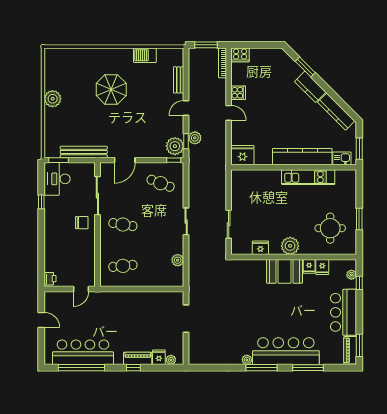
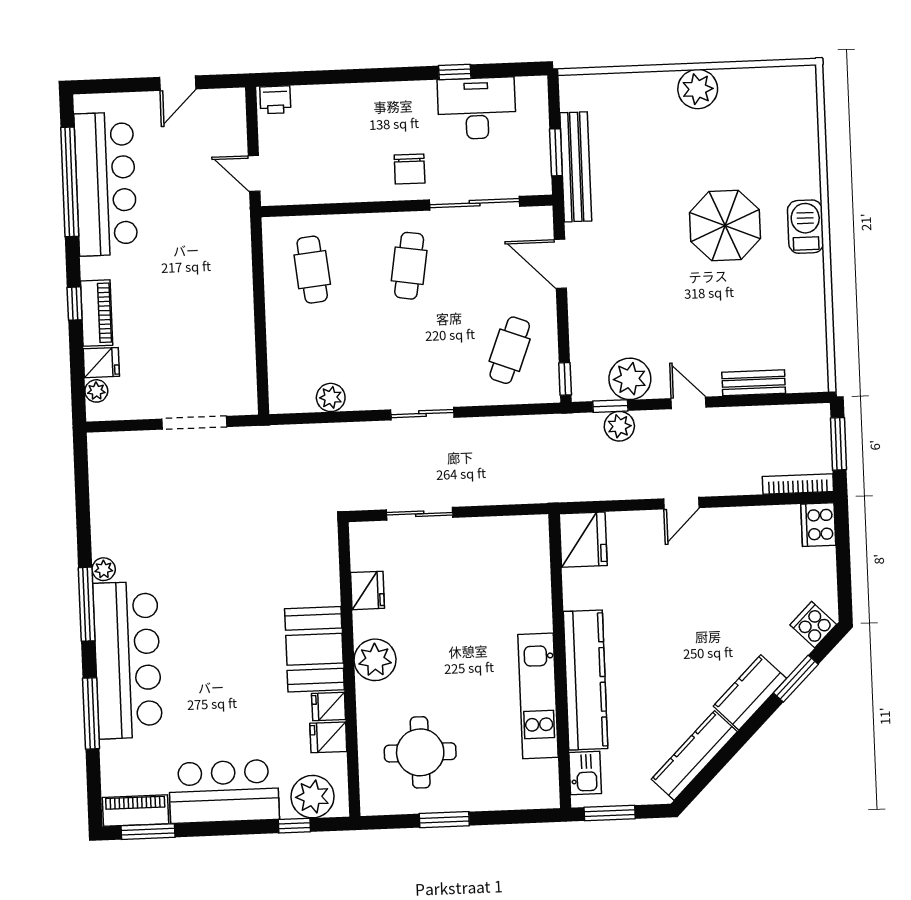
barbecue: (145, 55) -> (805, 227), moved
cooker: (238, 93) -> (813, 625), moved, turned 135
plant: (175, 146) -> (630, 379), moved
window: (58, 160) -> (556, 152), moved
desk: (57, 179) -> (477, 108), moved
plant: (351, 275) -> (312, 797), width x1.87, depth x1.87

